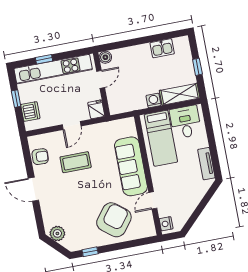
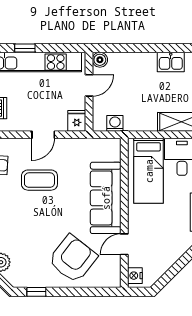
washing machine: (154, 100) -> (115, 123), moved

